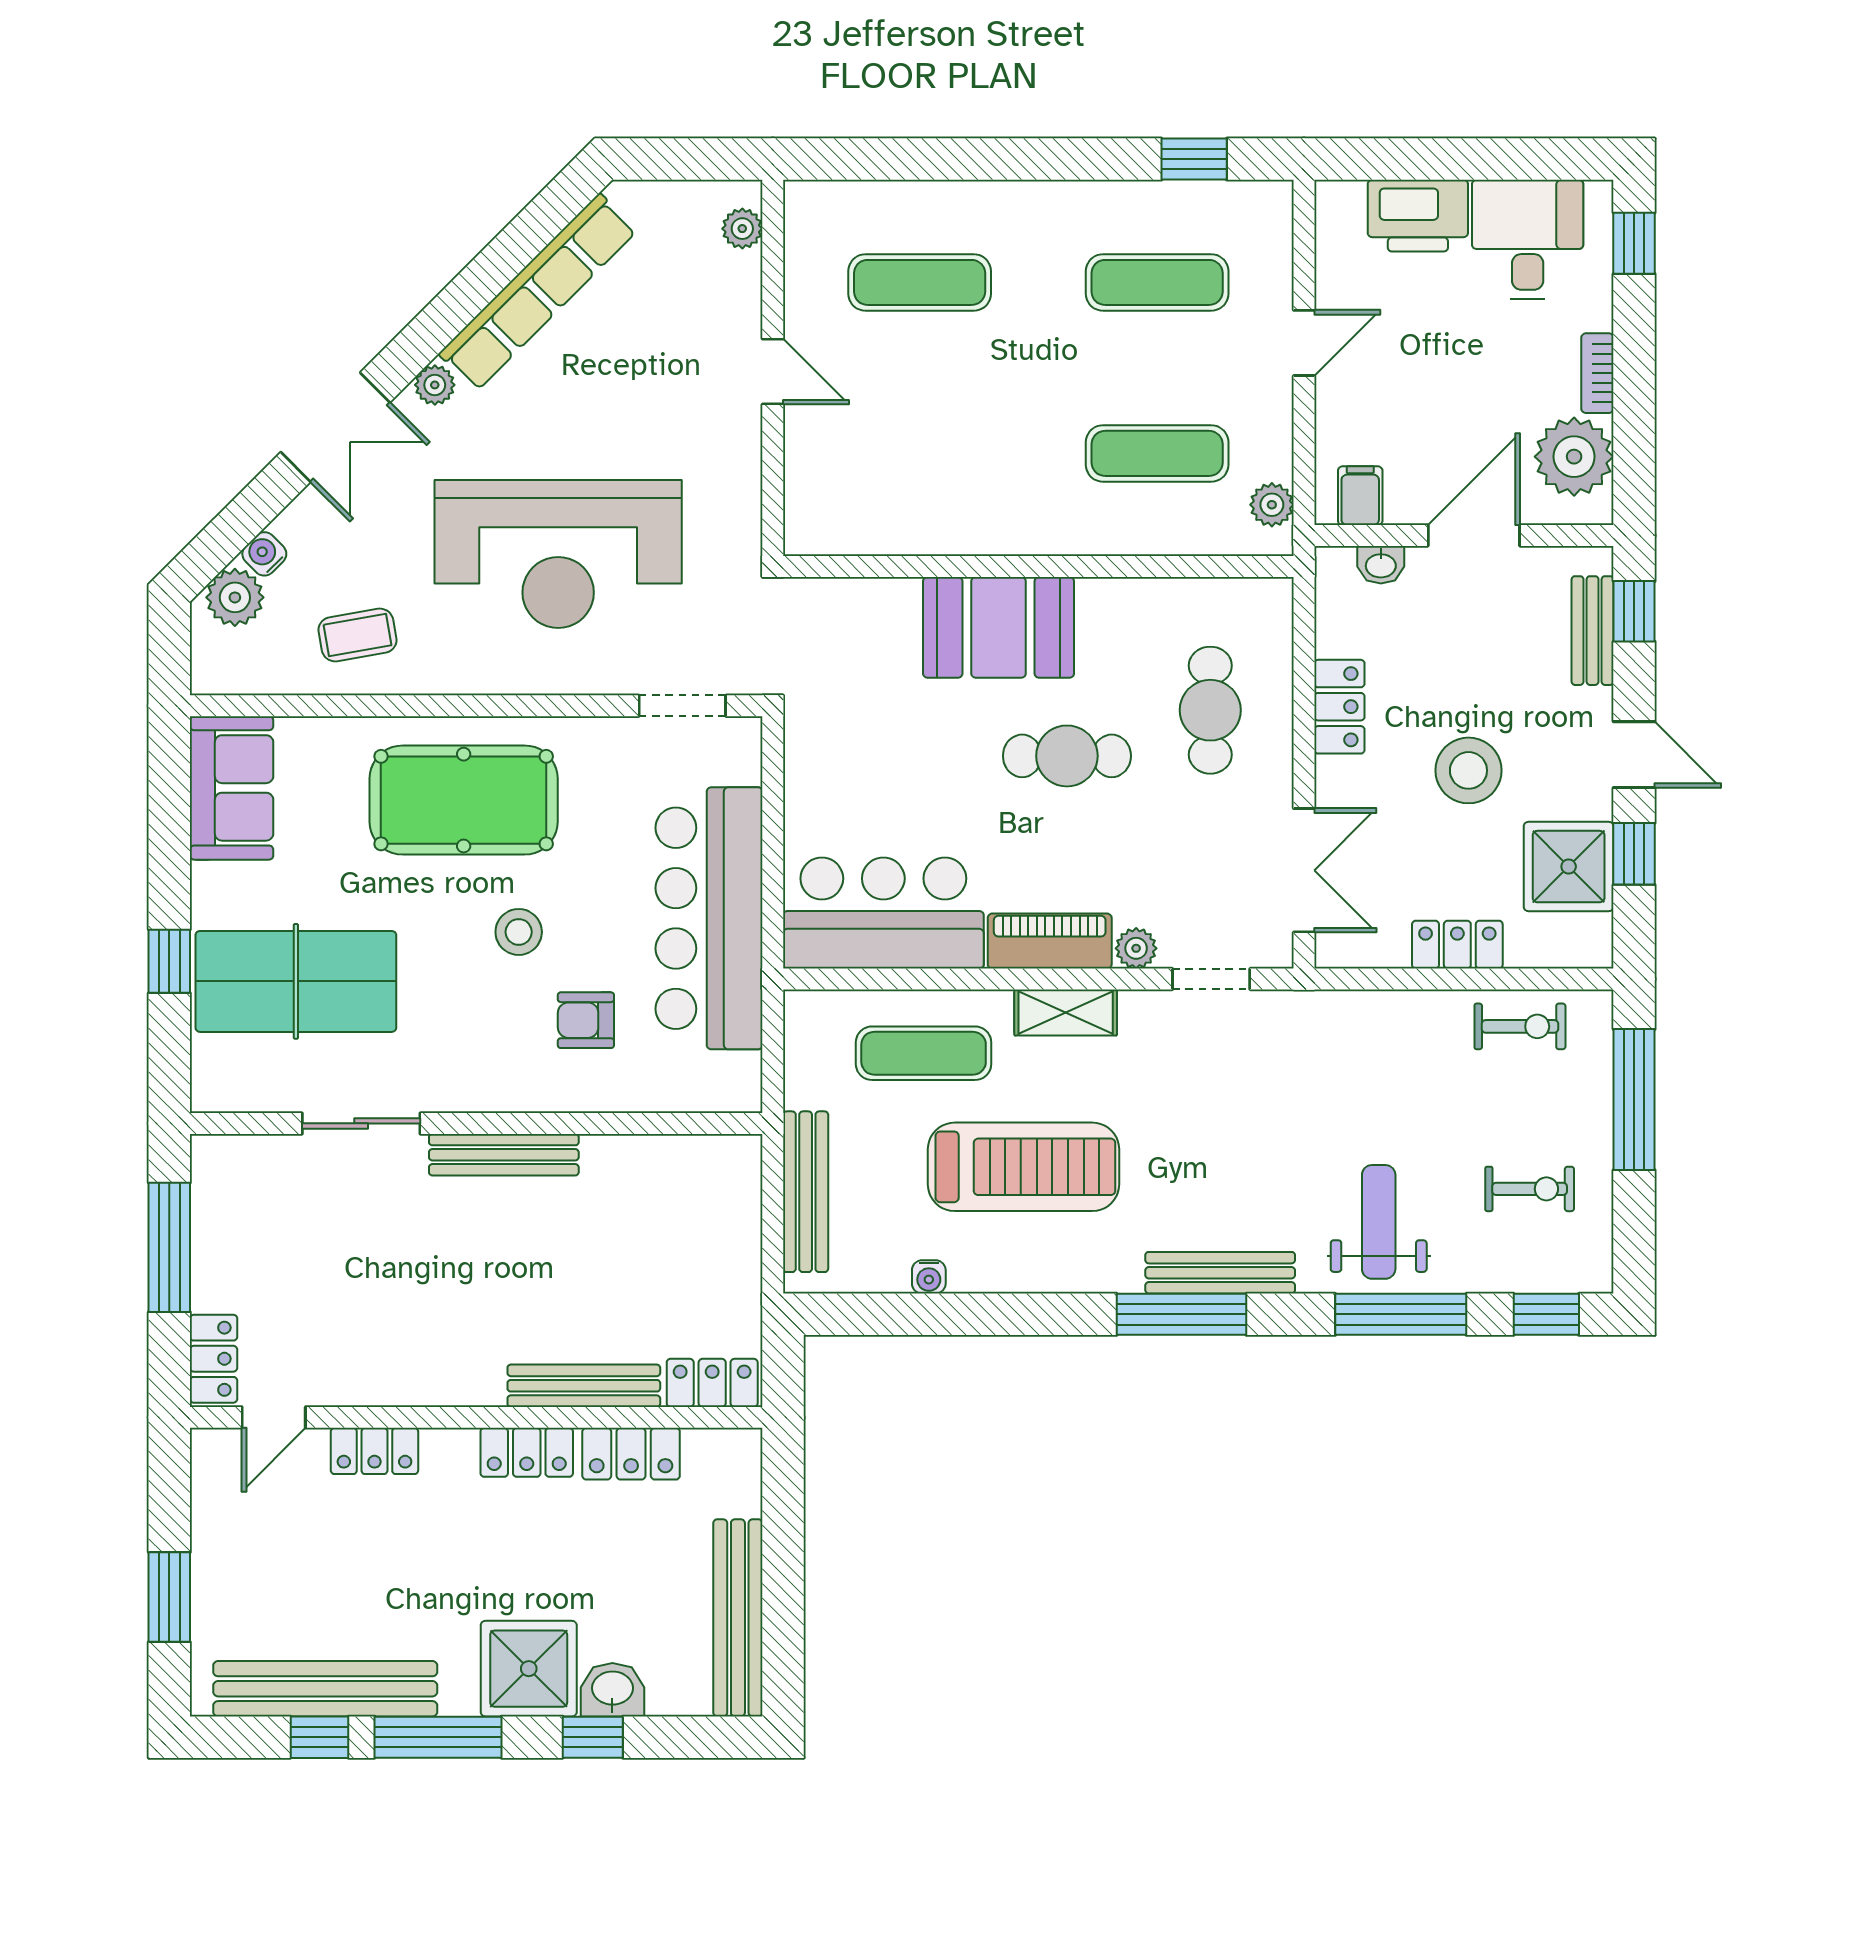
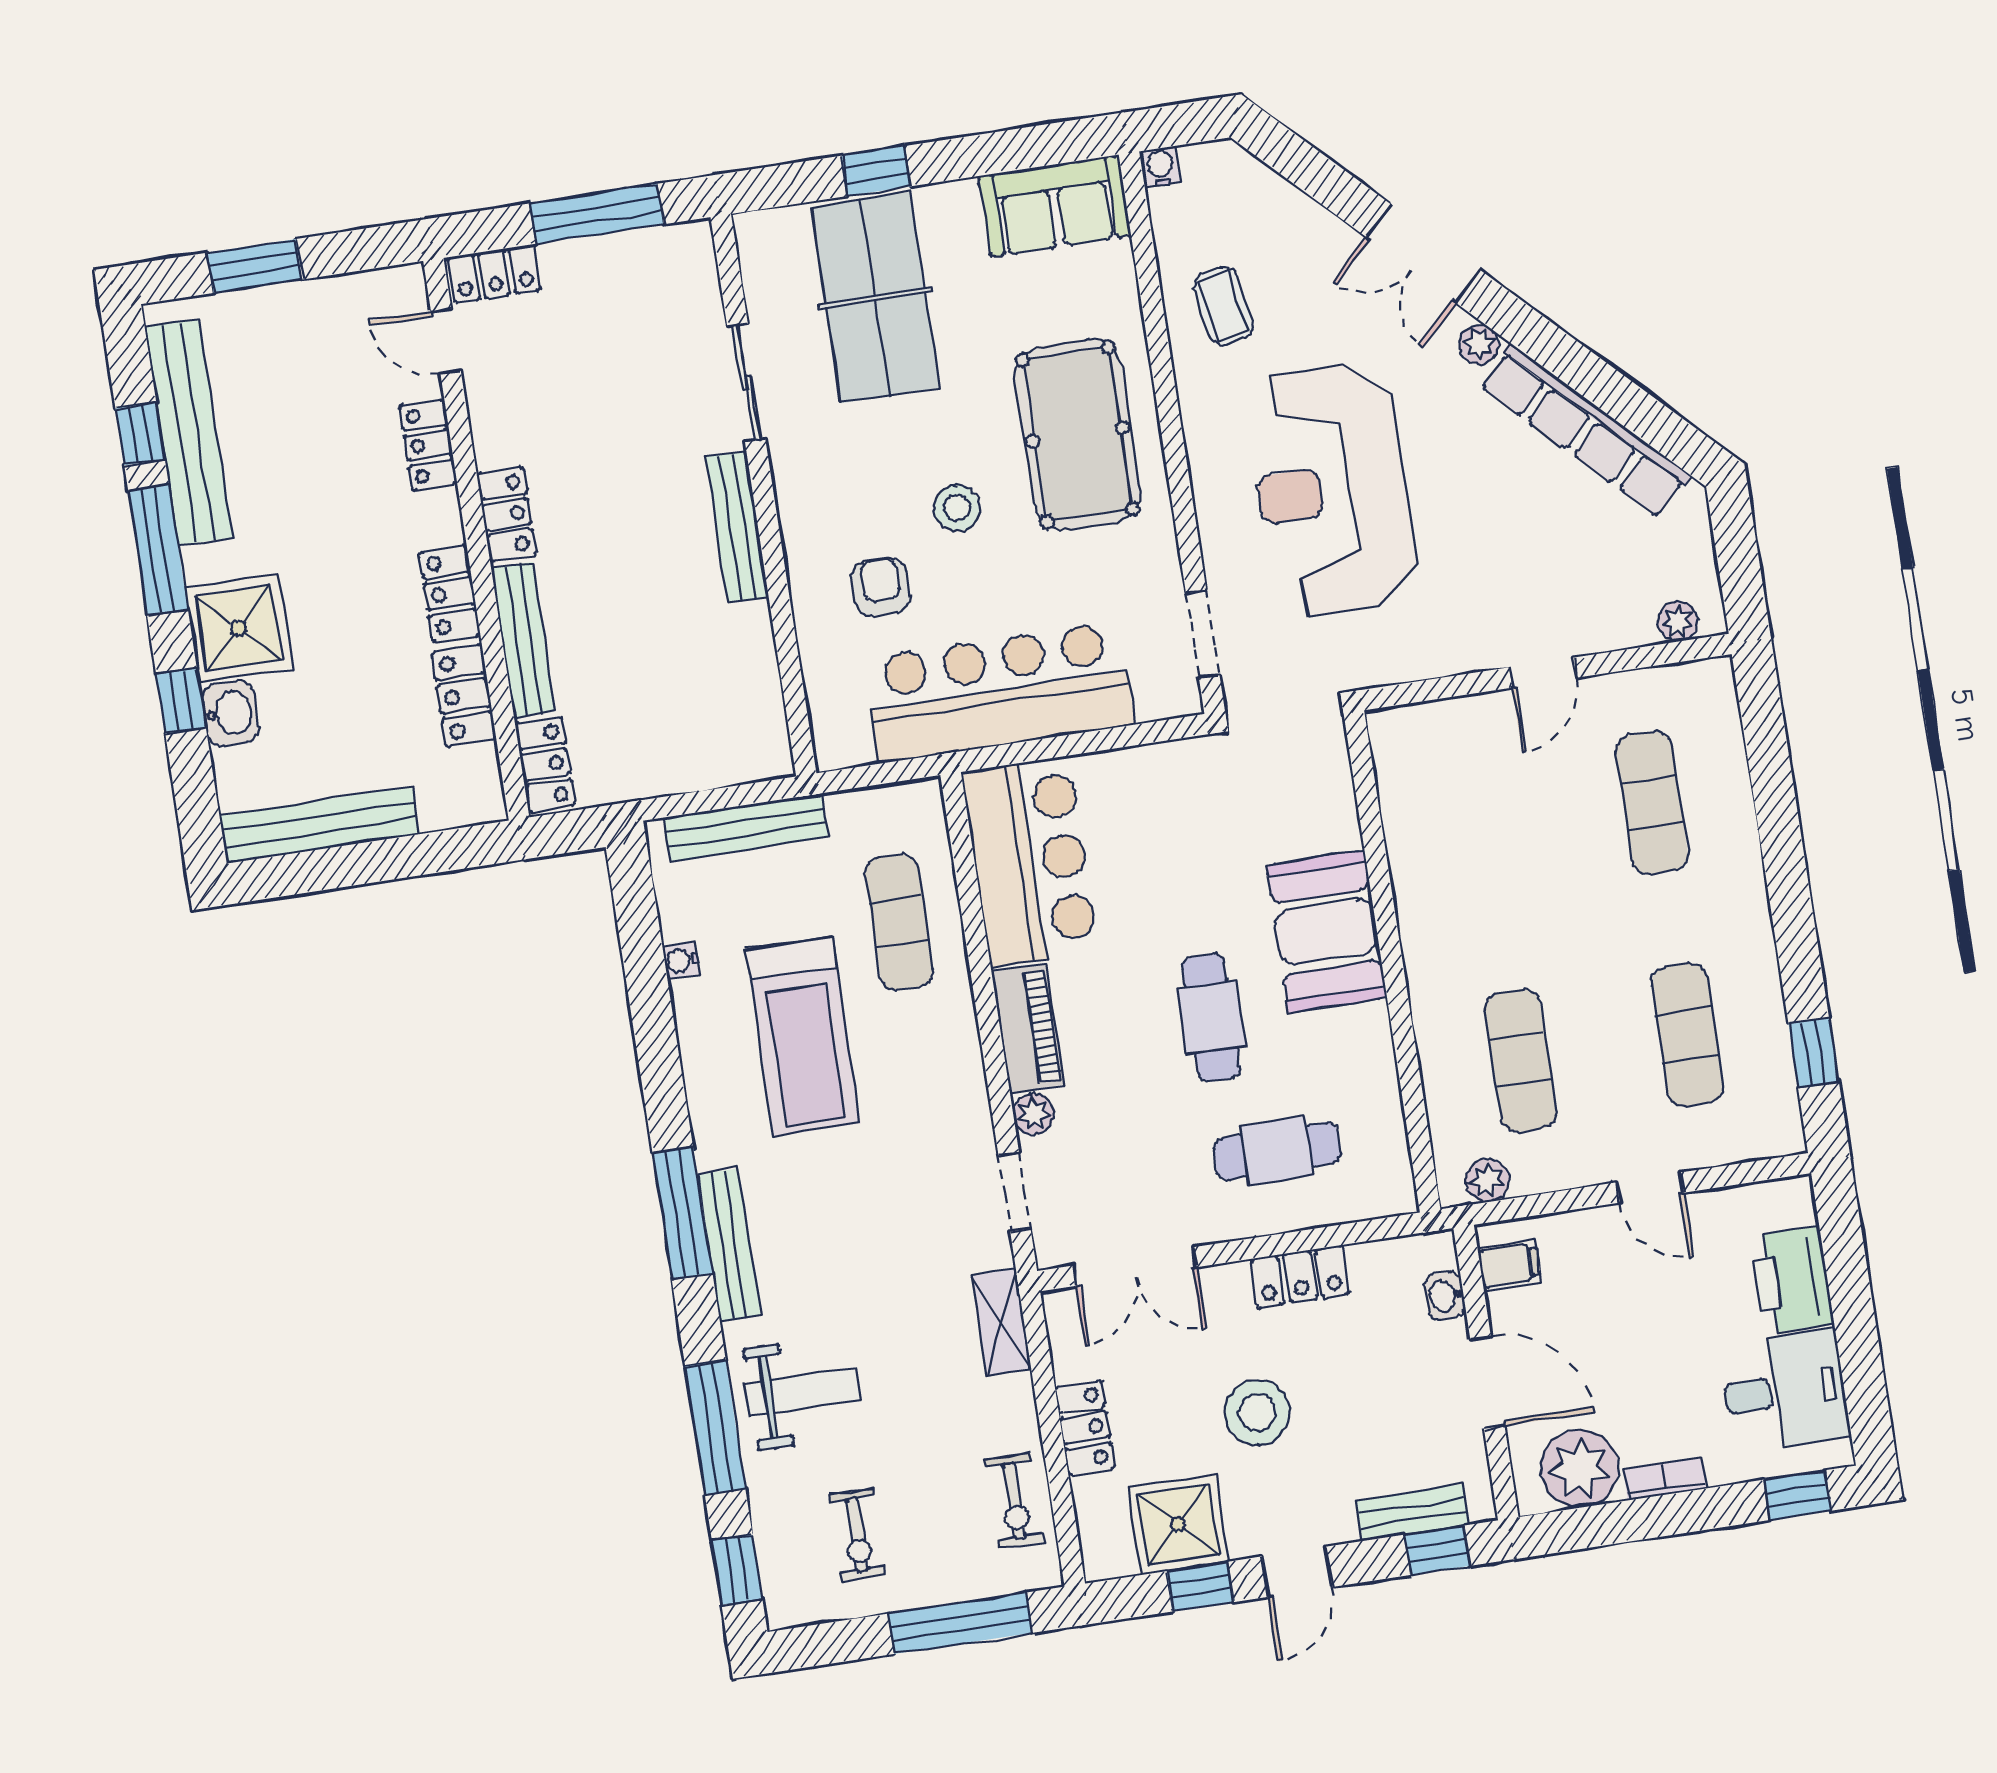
water cooler: (264, 554) -> (1160, 167), moved, turned -45
plant: (235, 597) -> (1242, 181), removed
shelving: (1066, 1012) -> (1001, 1322), moved
locker: (456, 1383) -> (507, 514), added

